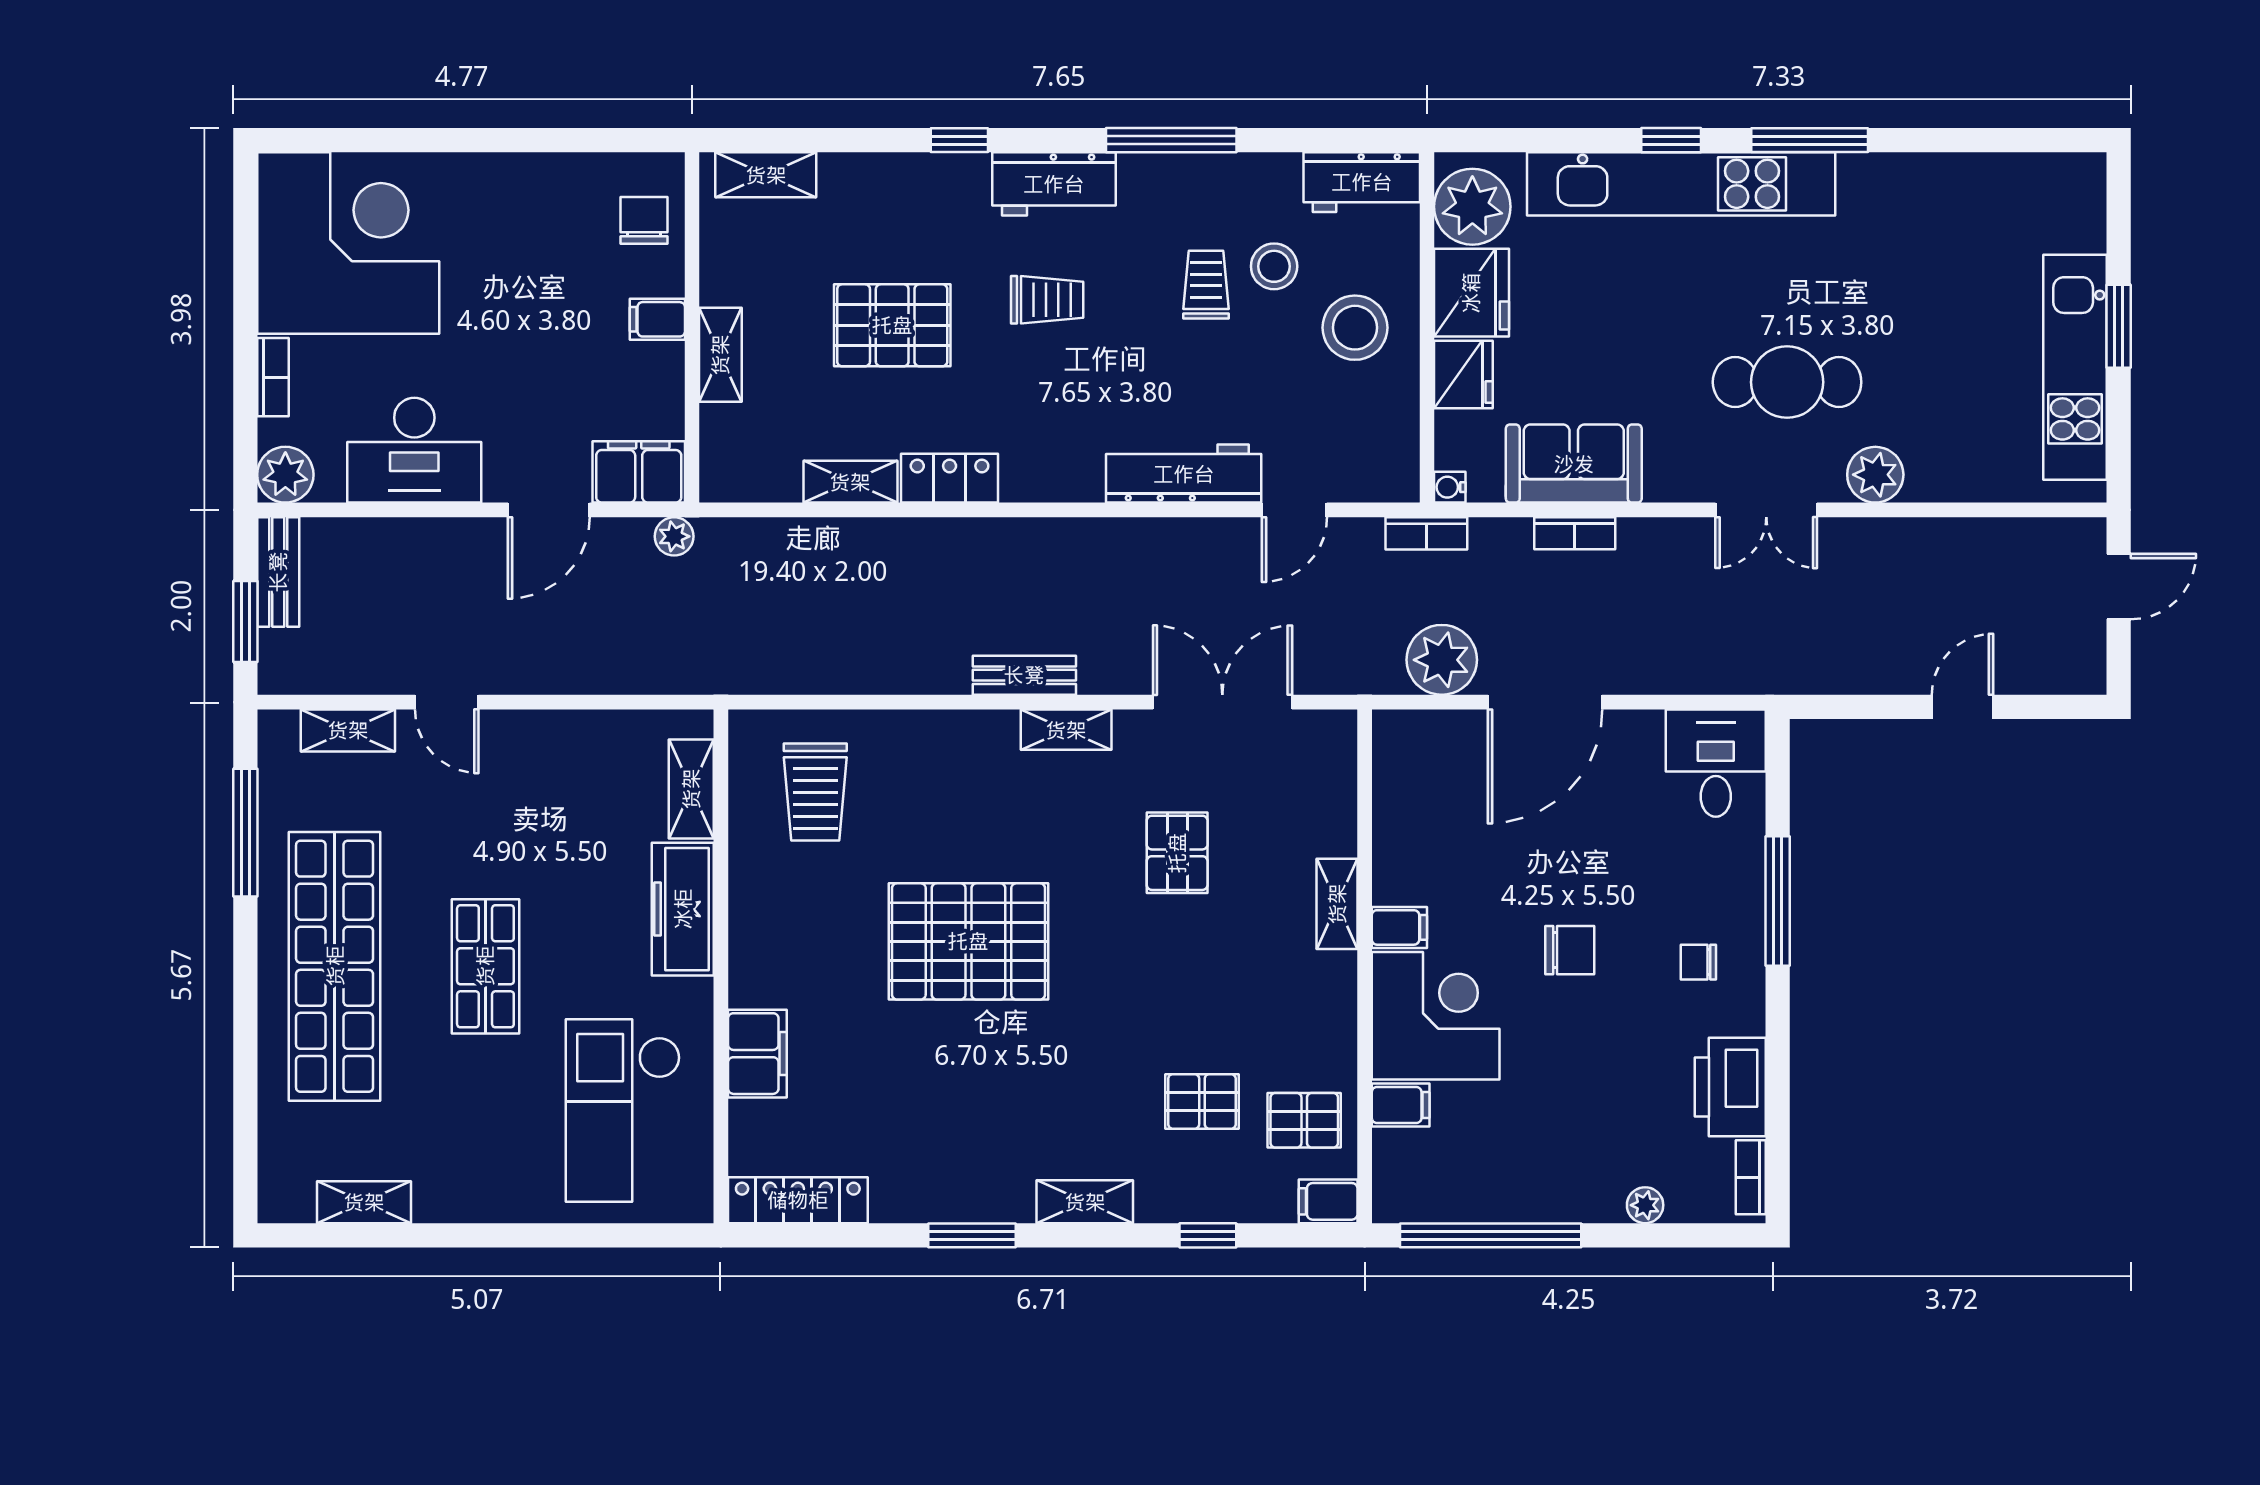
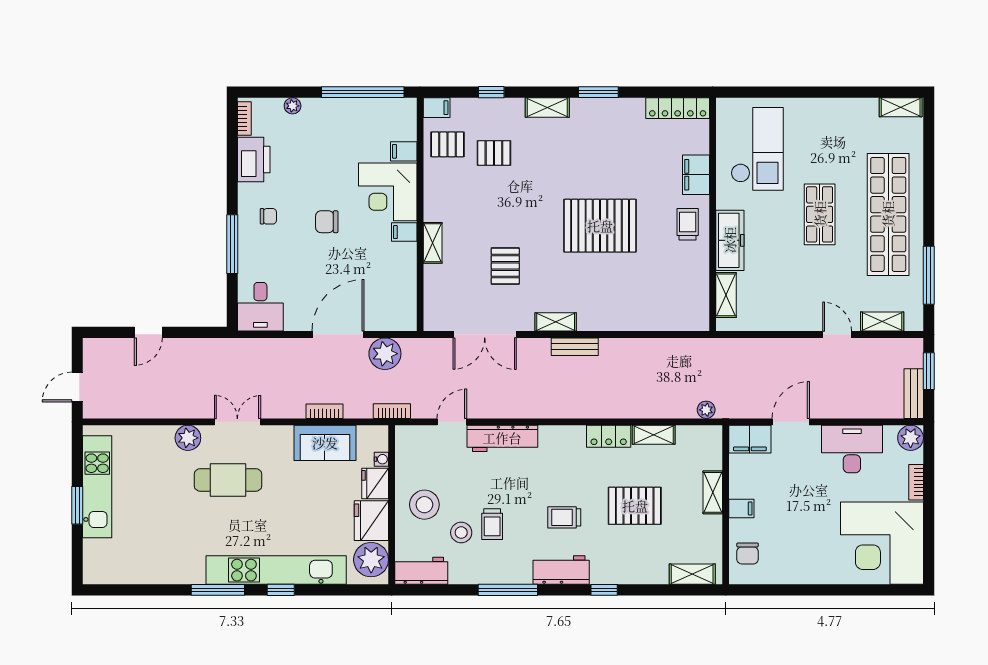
water cooler: (1450, 487) -> (381, 459), moved
plant: (674, 536) -> (706, 410), moved
trolley: (815, 792) -> (688, 224), moved, width x0.73, depth x0.72
shelving: (364, 1202) -> (901, 107), moved

